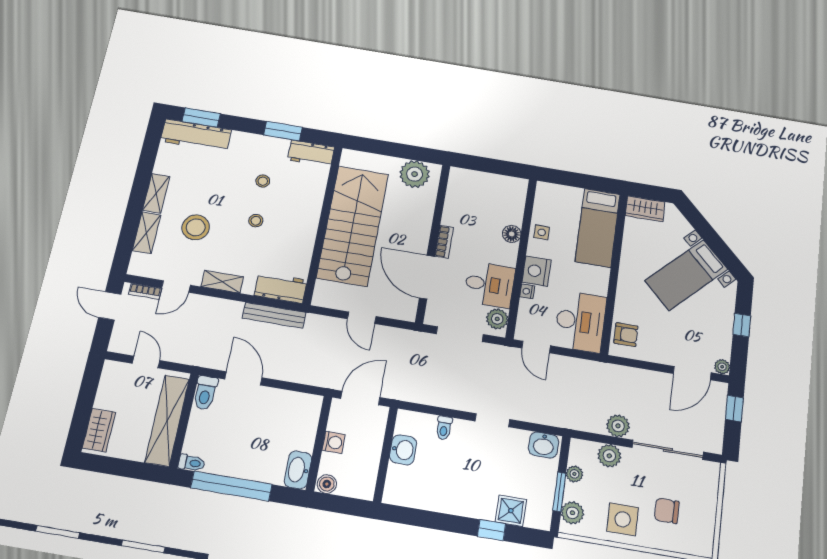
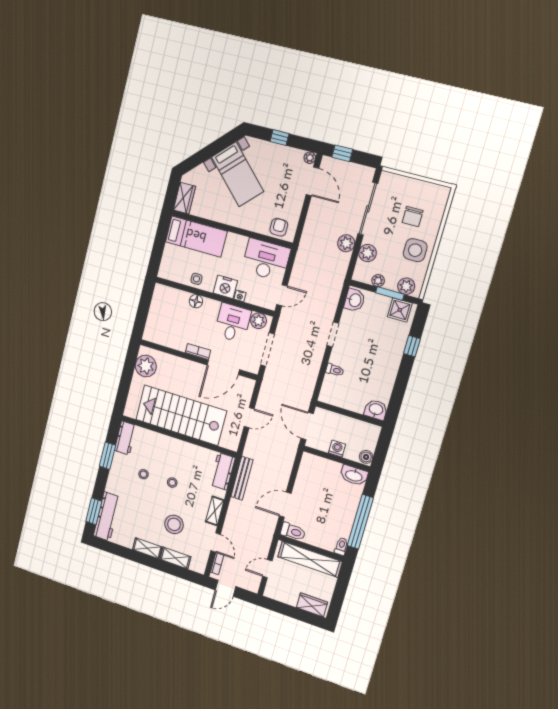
washbasin: (403, 450) -> (376, 410), moved
shower: (511, 511) -> (400, 310), moved

